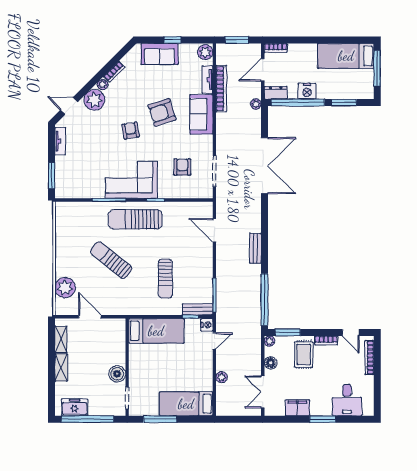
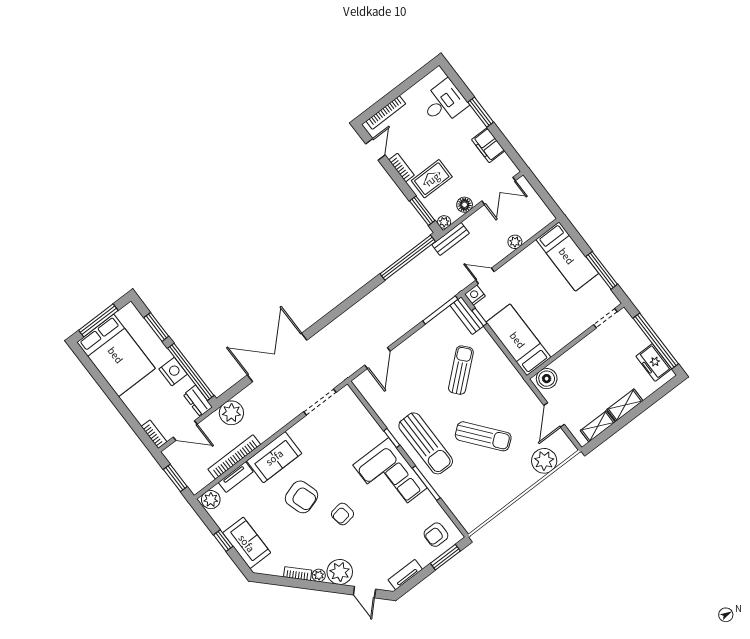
bed: (346, 56) -> (116, 355), width x1.50
plant: (256, 104) -> (231, 413), width x1.88, depth x1.88
armchair: (182, 167) -> (436, 535), moved
bench: (255, 248) -> (451, 239), moved
sun lounger: (111, 260) -> (483, 436), turned -78
sun lounger: (165, 279) -> (461, 370), turned -41
boiler: (117, 374) -> (547, 379), moved

